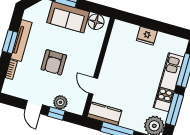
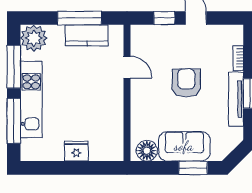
plant: (60, 102) -> (163, 34), removed
kitchen counter: (104, 114) -> (87, 35), moved

